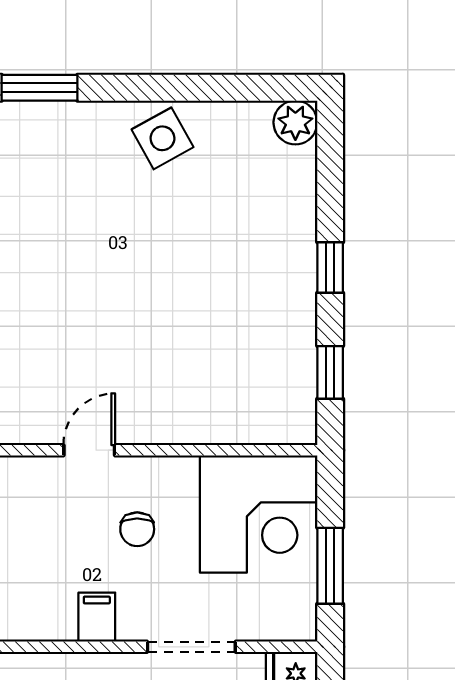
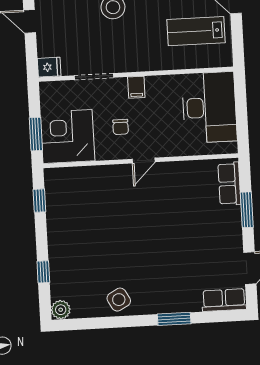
window: (330, 267) -> (43, 272), moved
chair: (137, 529) -> (121, 127), turned 180
window: (330, 566) -> (36, 134), moved

